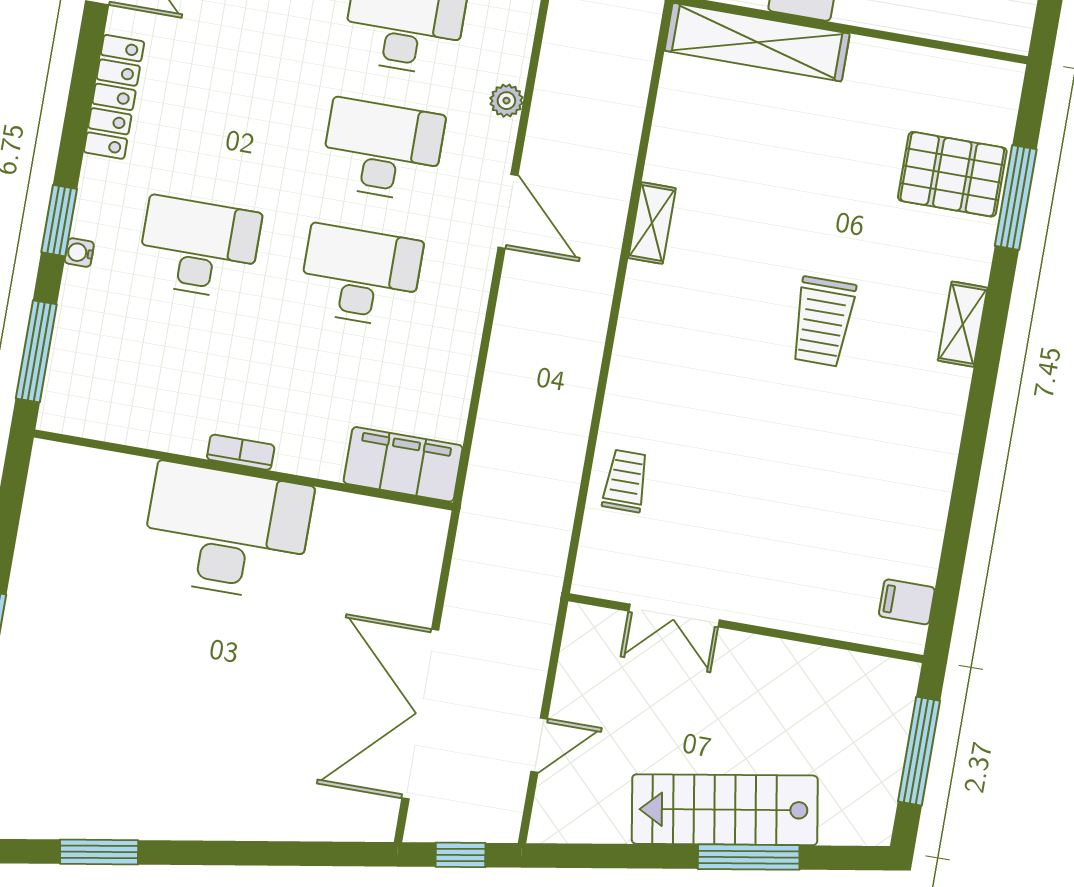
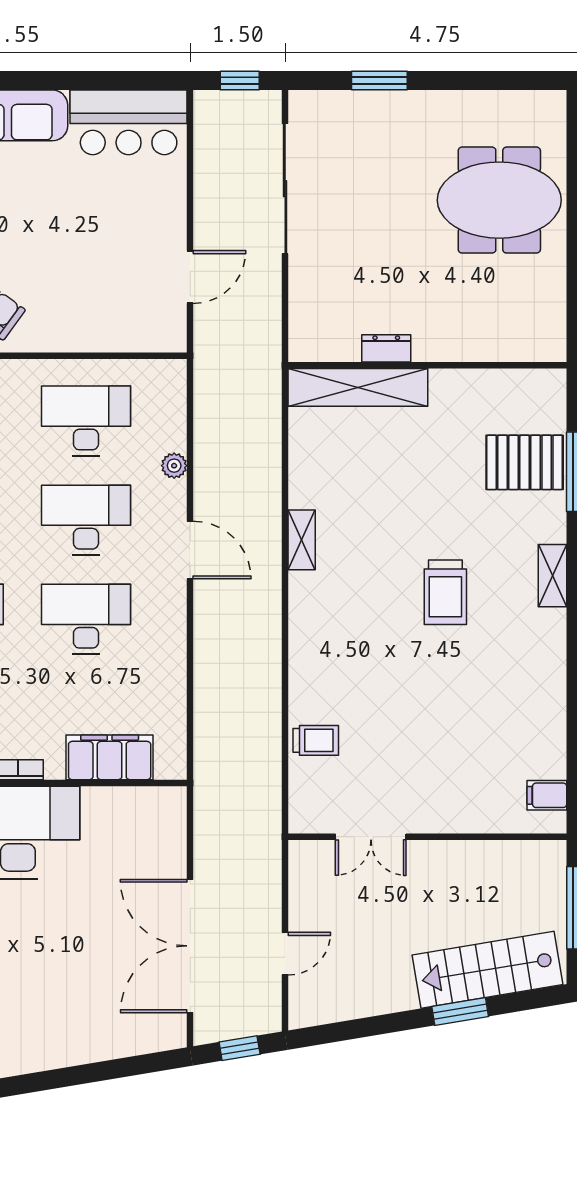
filing cabinet: (403, 464) -> (110, 757), moved
trolley: (625, 481) -> (316, 740), turned 90
stairs: (725, 810) -> (488, 970), moved
window: (749, 857) -> (460, 1011), width x0.69

